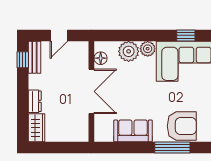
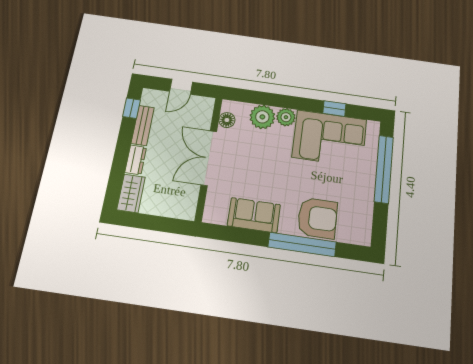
bench: (34, 57) -> (143, 125), moved
double door: (91, 91) -> (209, 158), swing flipped
window: (172, 148) -> (302, 244), width x1.46

